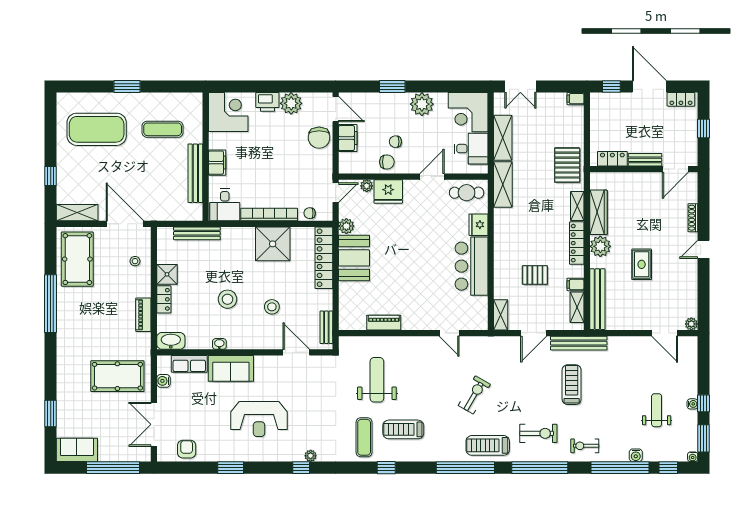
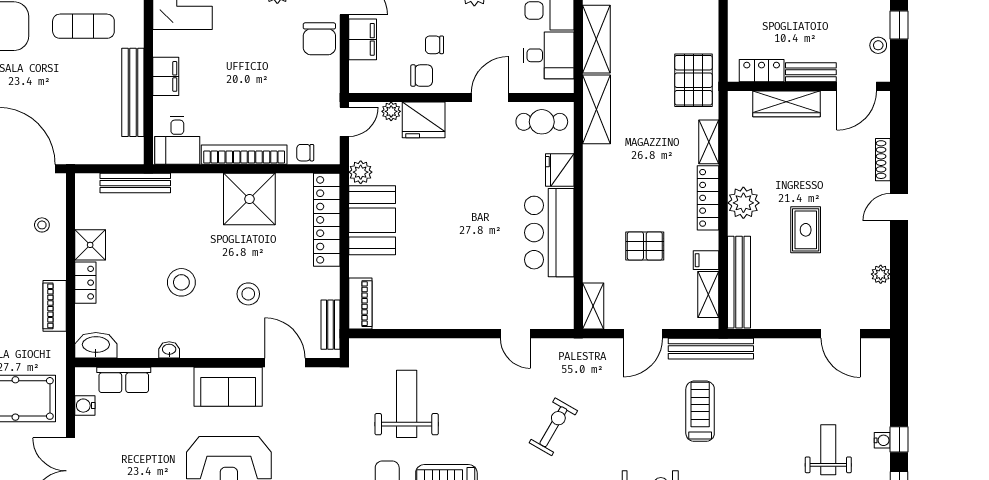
stool: (690, 142) -> (878, 45), added
wardrobe: (598, 212) -> (787, 104), moved, turned 90
piano: (384, 323) -> (360, 304), moved, turned 90
plant: (691, 324) -> (881, 274), moved
sofa: (231, 368) -> (228, 387), moved

